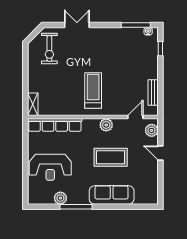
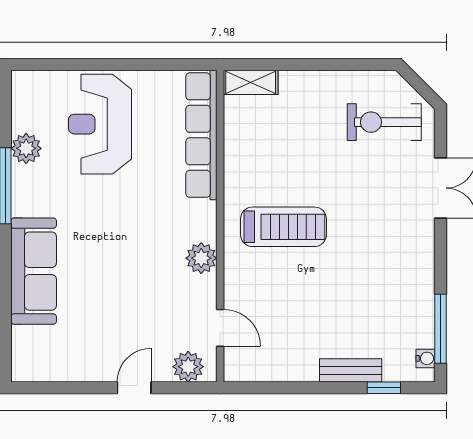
bench: (153, 93) -> (351, 370), moved
coffee table: (111, 157) -> (124, 269), removed

